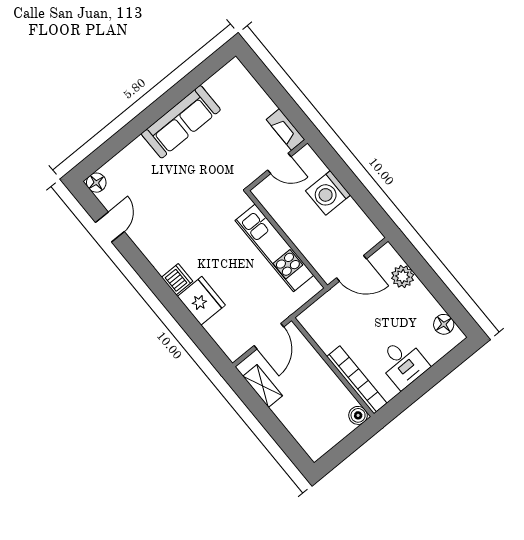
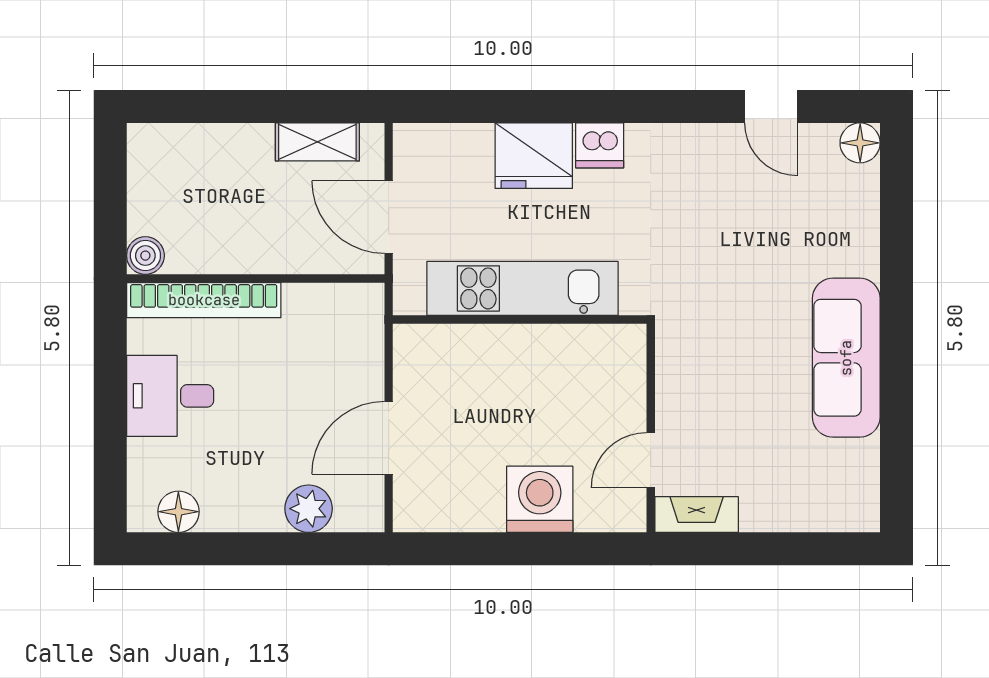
wall: (287, 239) -> (520, 319), moved
kitchen unit: (274, 248) -> (522, 288), moved

